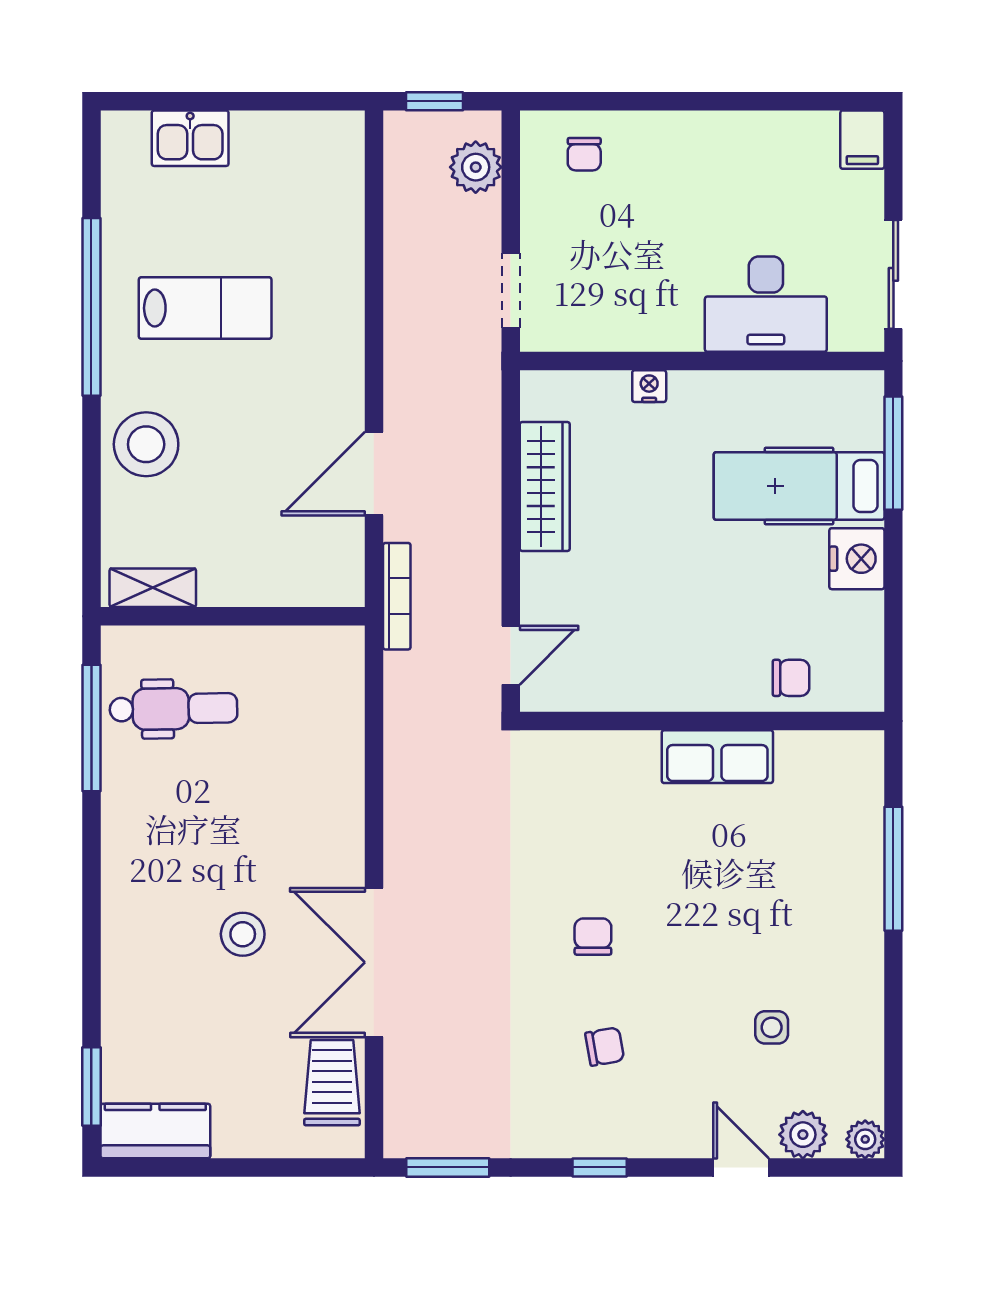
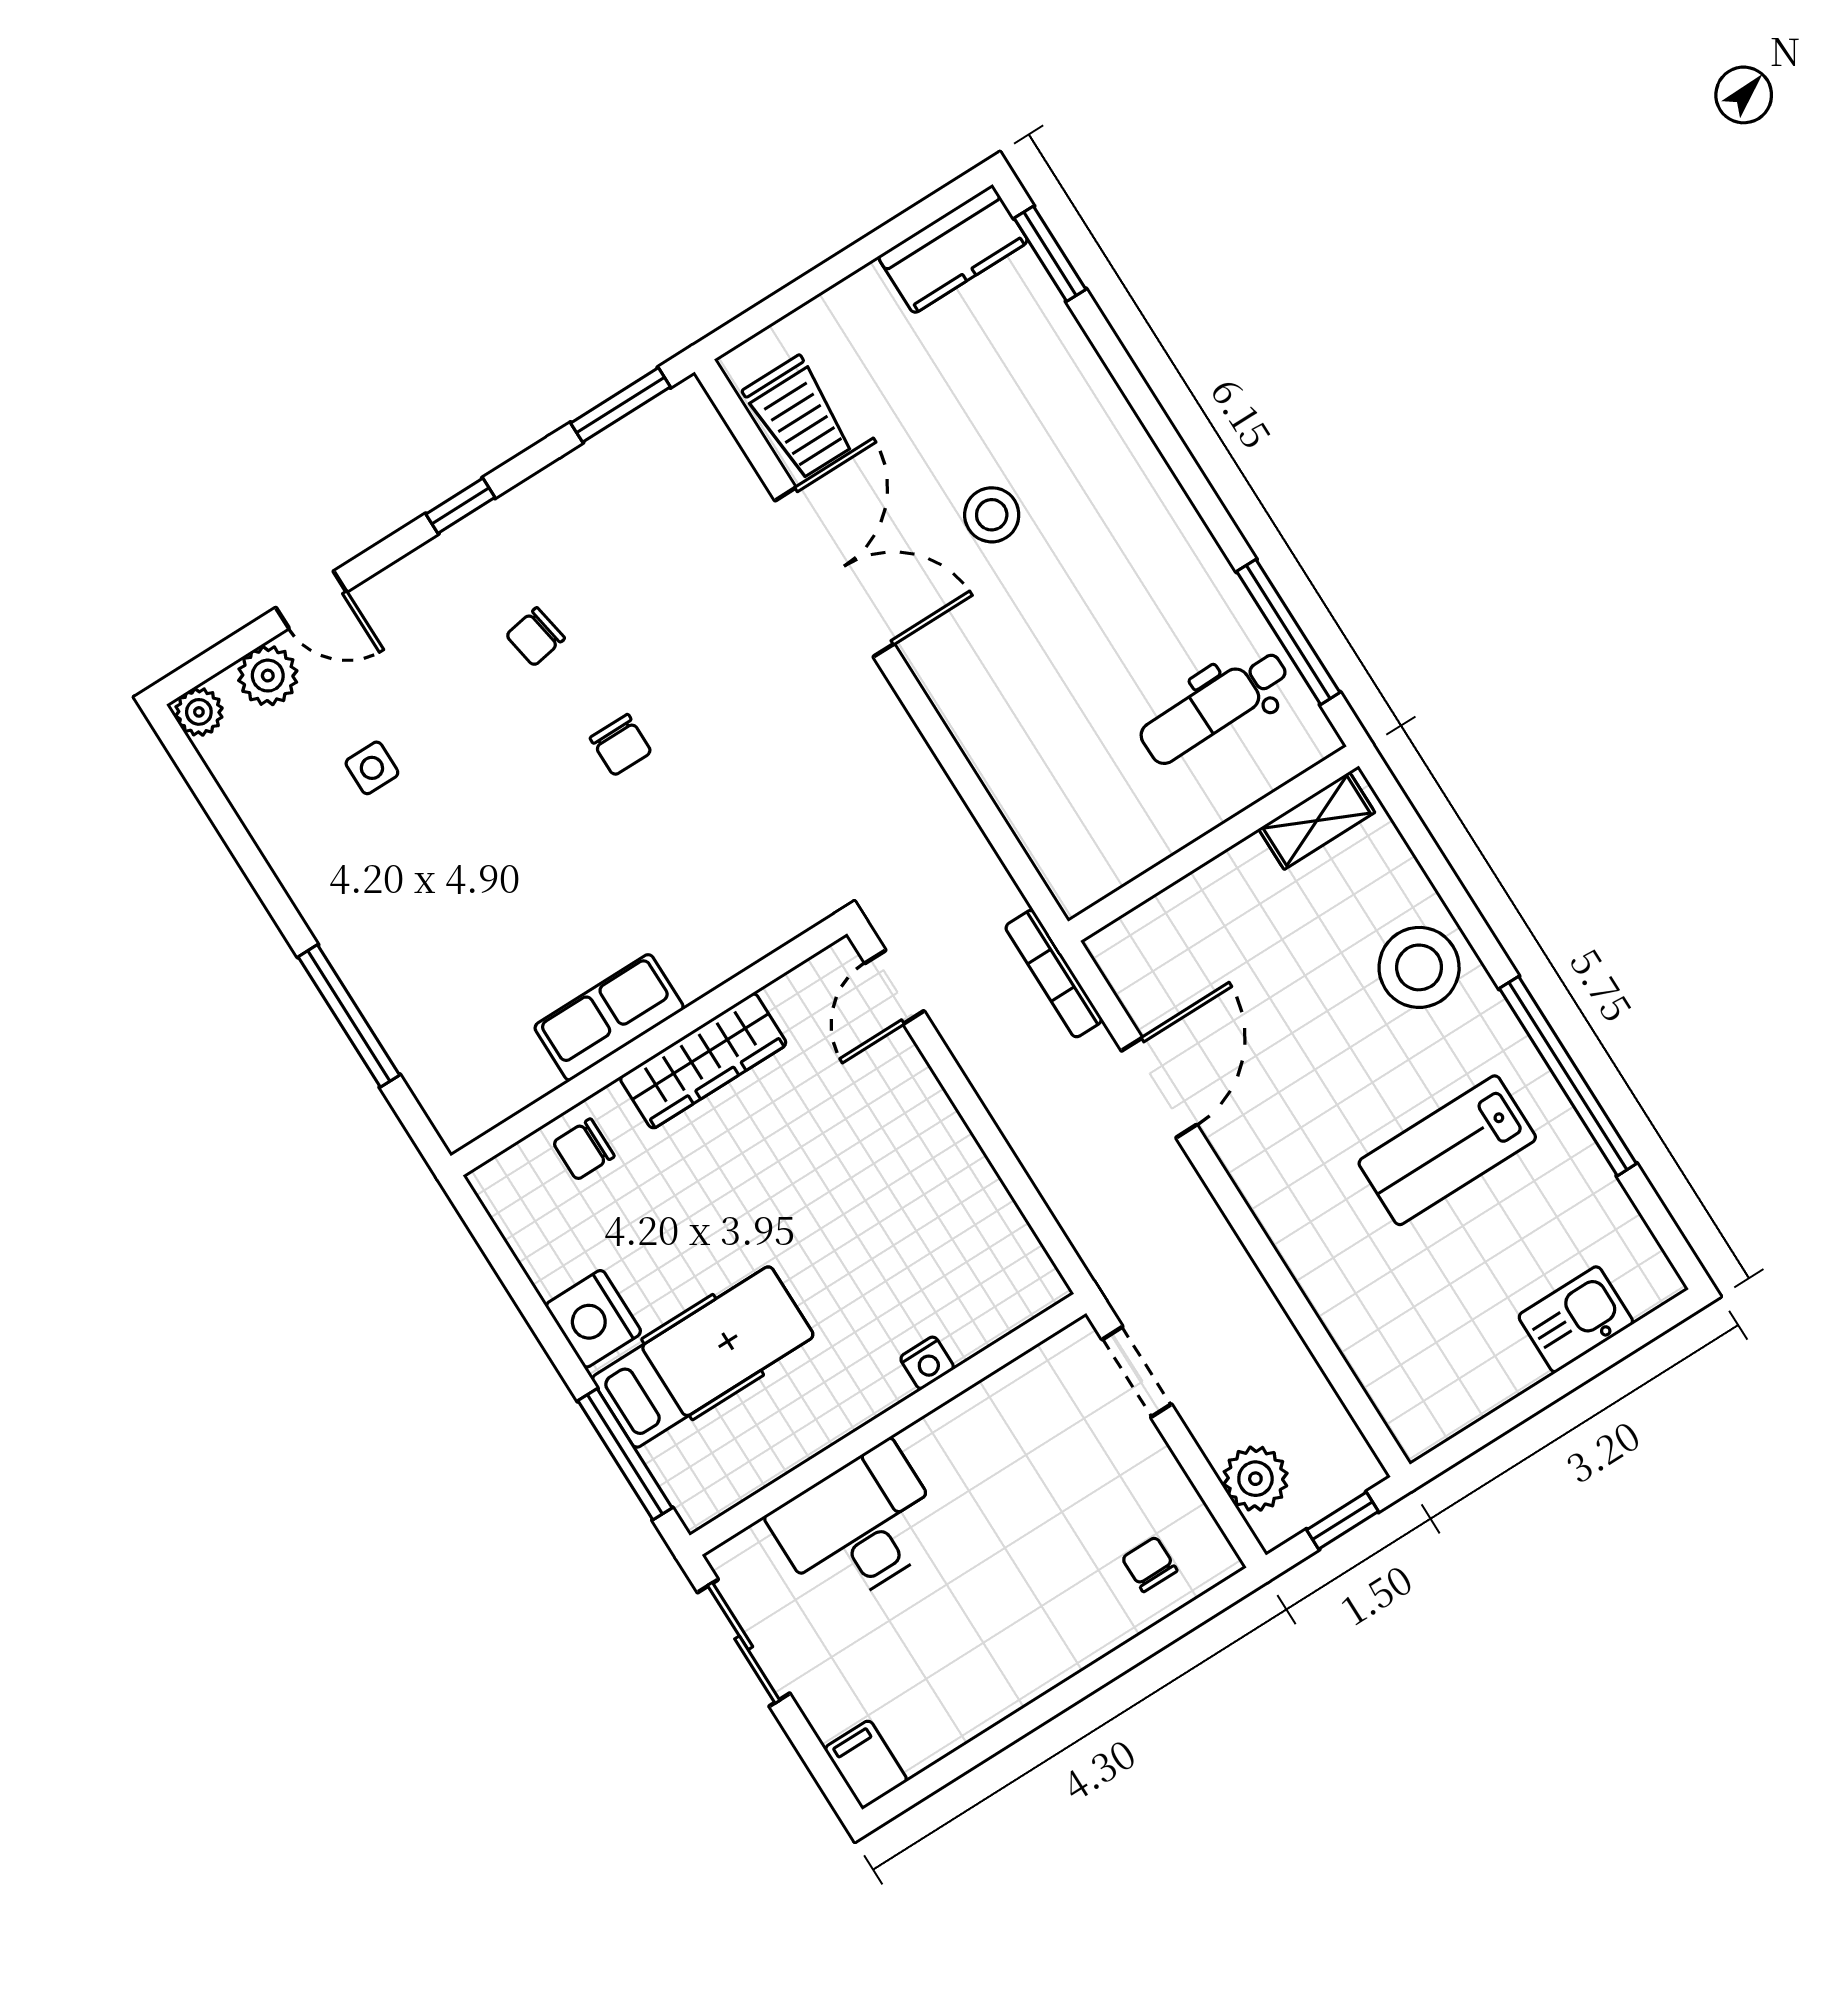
wardrobe: (545, 487) -> (703, 1061), moved, turned -90

